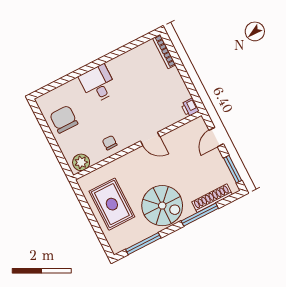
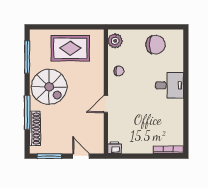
spiral stairs: (162, 206) -> (49, 87), turned -90

